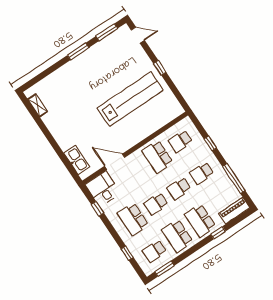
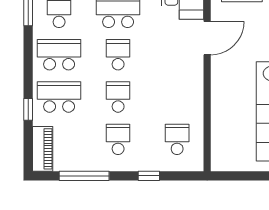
school desk: (157, 157) -> (177, 97), removed

